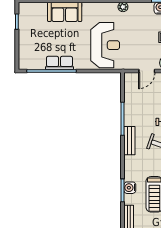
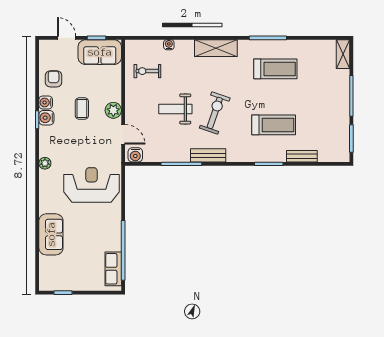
row of seats: (59, 63) -> (113, 269), moved
water cooler: (130, 188) -> (135, 155), moved

